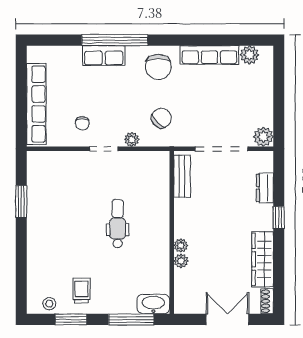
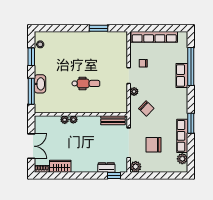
window: (115, 40) -> (191, 66), moved
window: (187, 40) -> (191, 123), added
chair: (158, 67) -> (153, 145), moved
window: (279, 218) -> (114, 175), moved
wardrobe: (263, 259) -> (60, 166), width x0.67
trolley: (81, 291) -> (48, 63), removed
washbasin: (153, 304) -> (40, 84), moved

